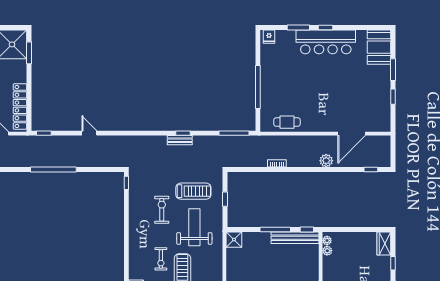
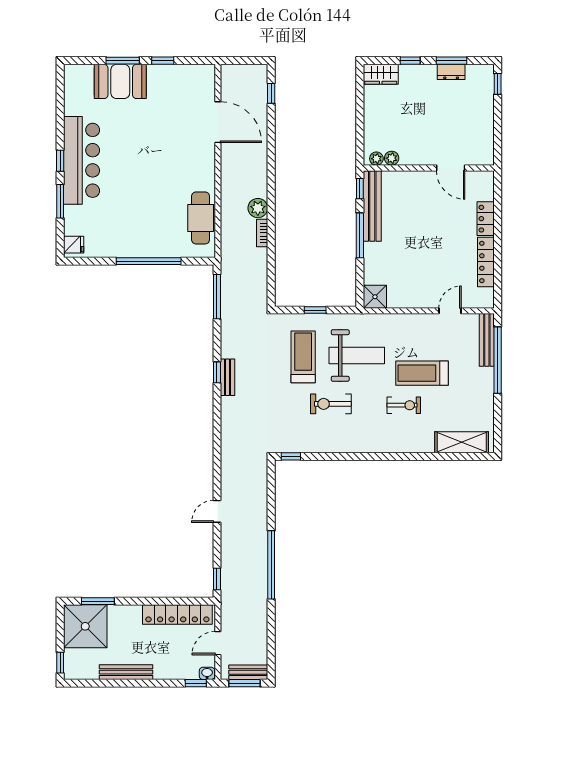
booth: (379, 47) -> (120, 81), moved
cafe table: (287, 122) -> (201, 218), width x1.37, depth x1.35
plant: (326, 161) -> (258, 208), moved
weight bench: (194, 227) -> (357, 356), turned 180

